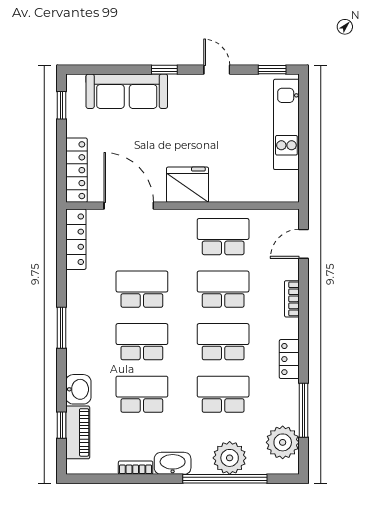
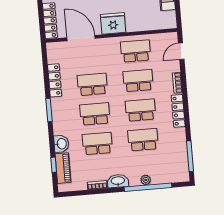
locker: (76, 239) -> (55, 80), moved
locker: (289, 359) -> (178, 111), width x1.53
window: (304, 410) -> (190, 156), moved
plant: (283, 442) -> (179, 164), removed
plant: (230, 458) -> (146, 180), width x0.53, depth x0.53

